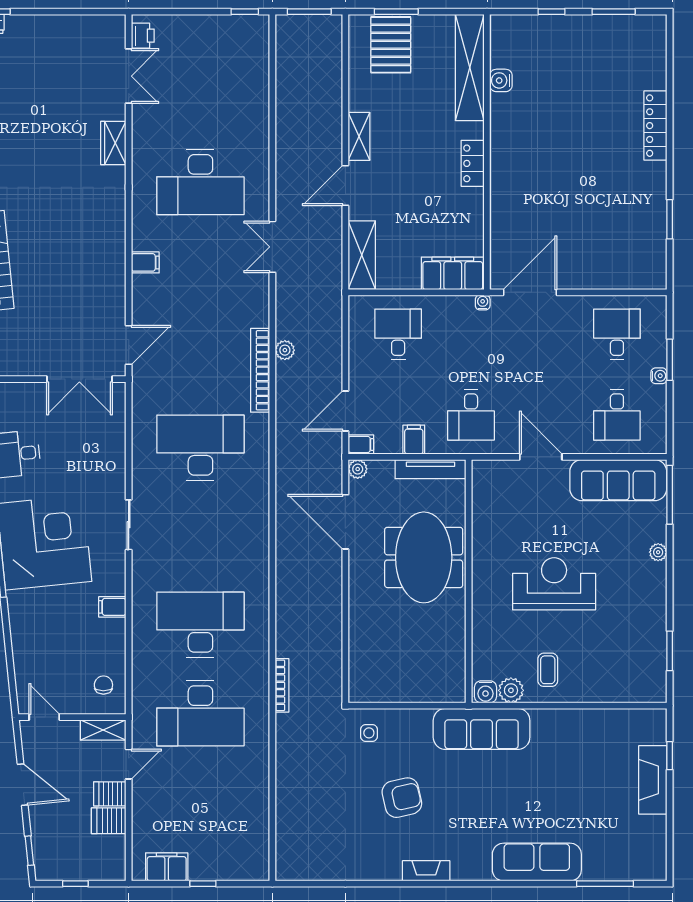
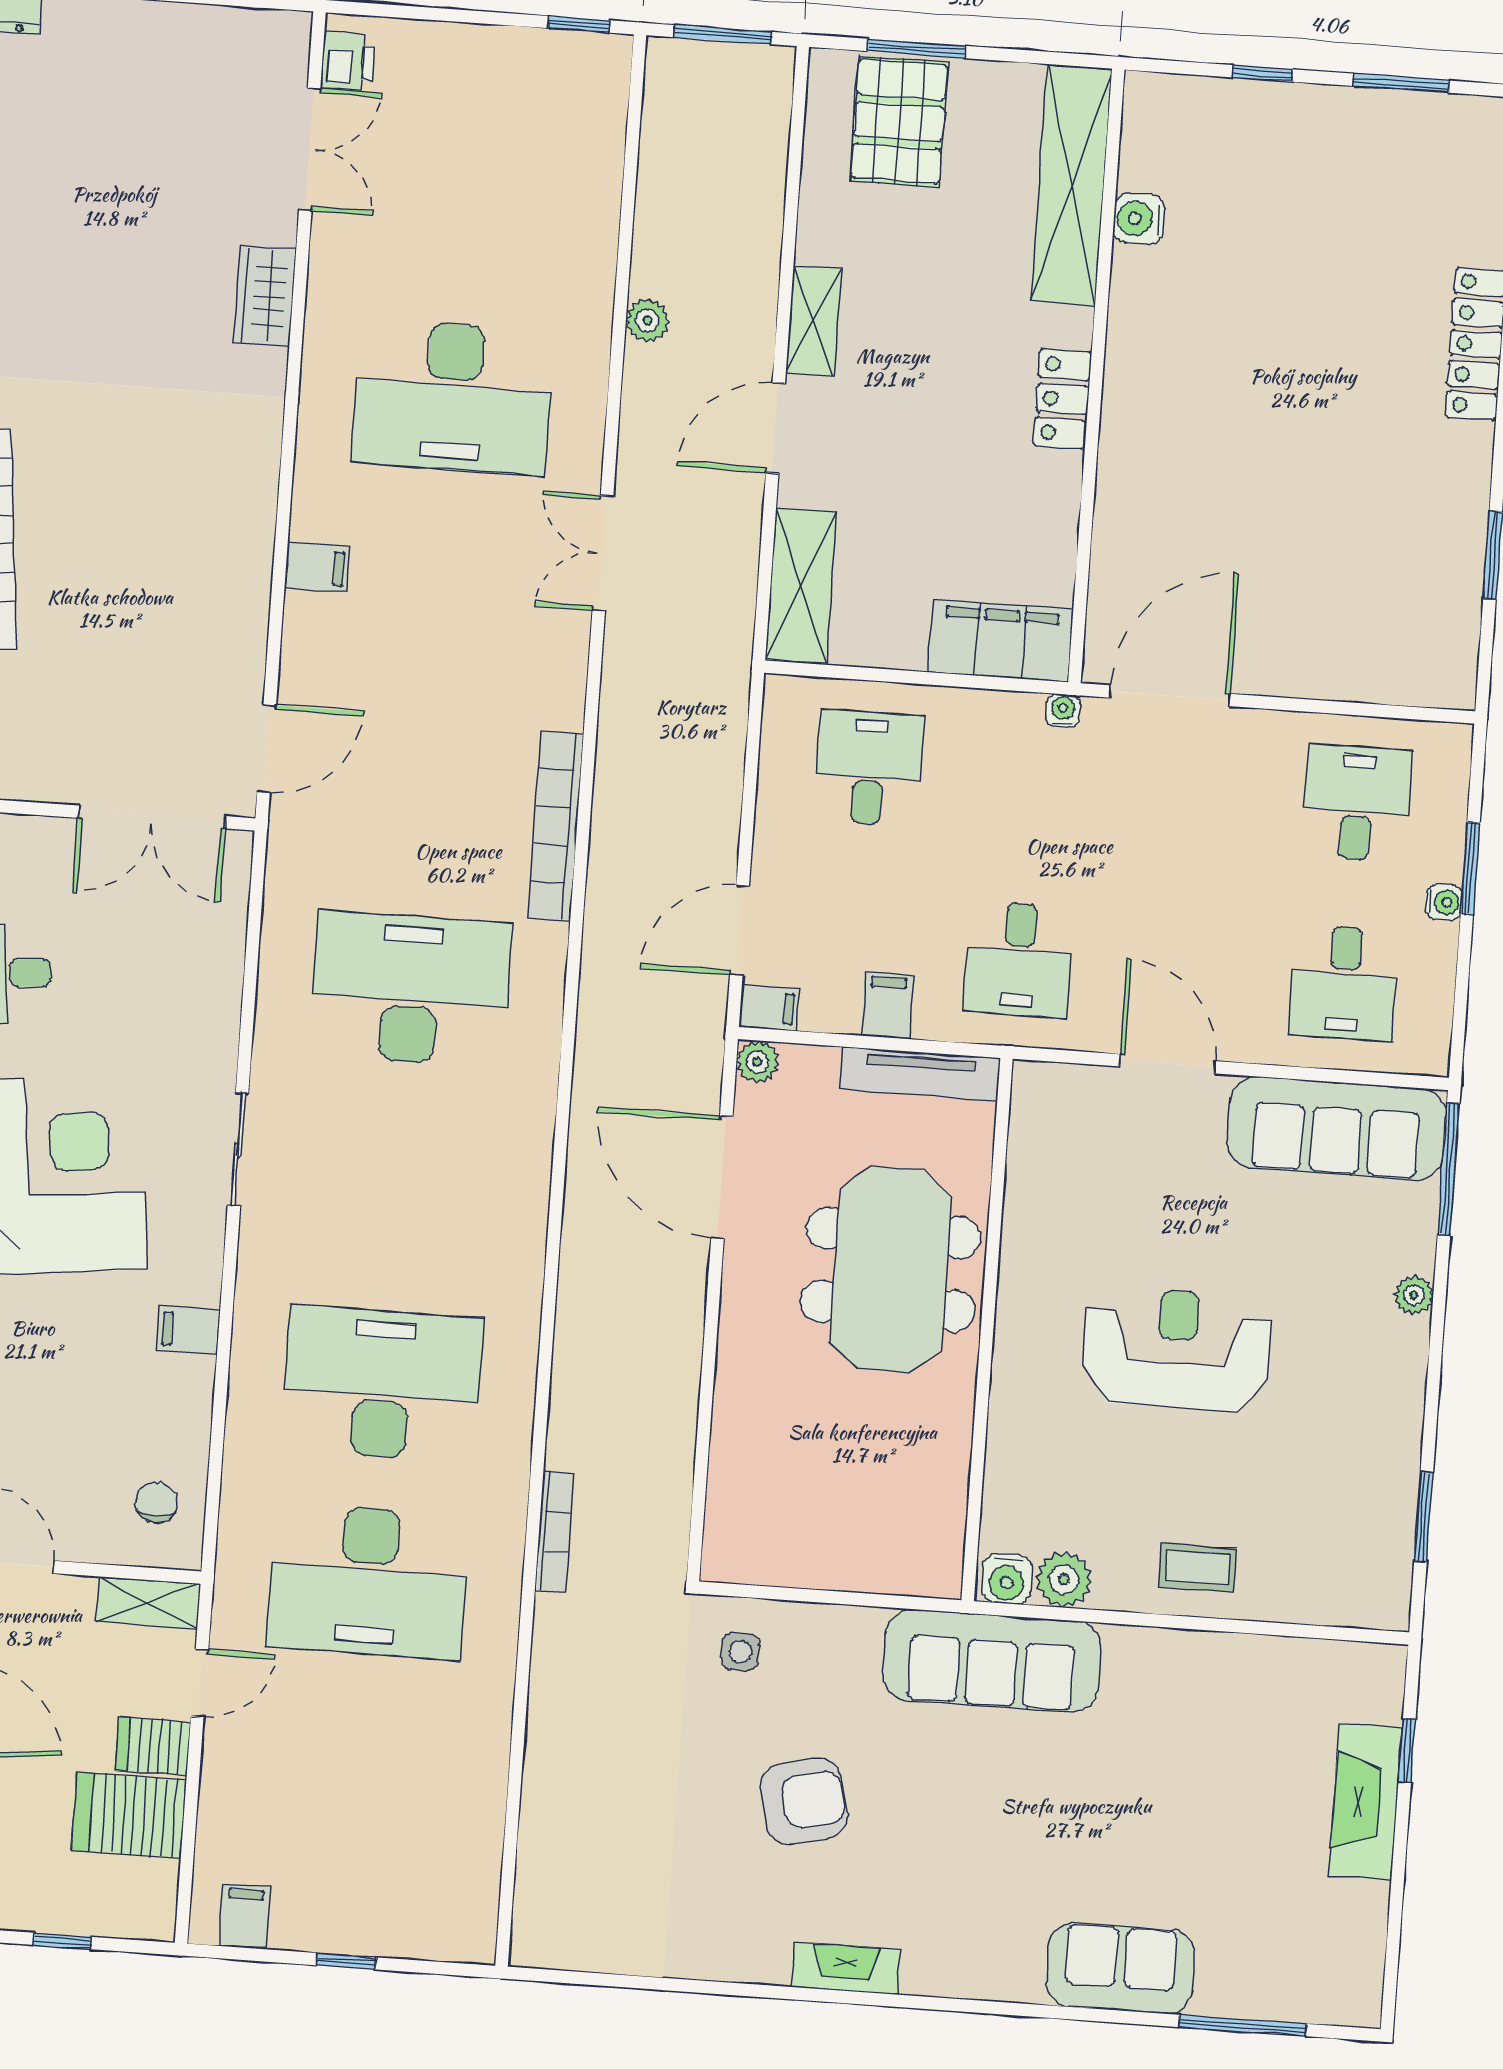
plant: (285, 350) -> (648, 320), moved
coffee table: (548, 670) -> (1197, 1568), moved, turned 90
server rack: (109, 821) -> (129, 1815), width x1.36, depth x1.44
sofa: (537, 862) -> (1120, 1968), width x0.73
filing cabinet: (167, 867) -> (245, 1916), width x0.50

